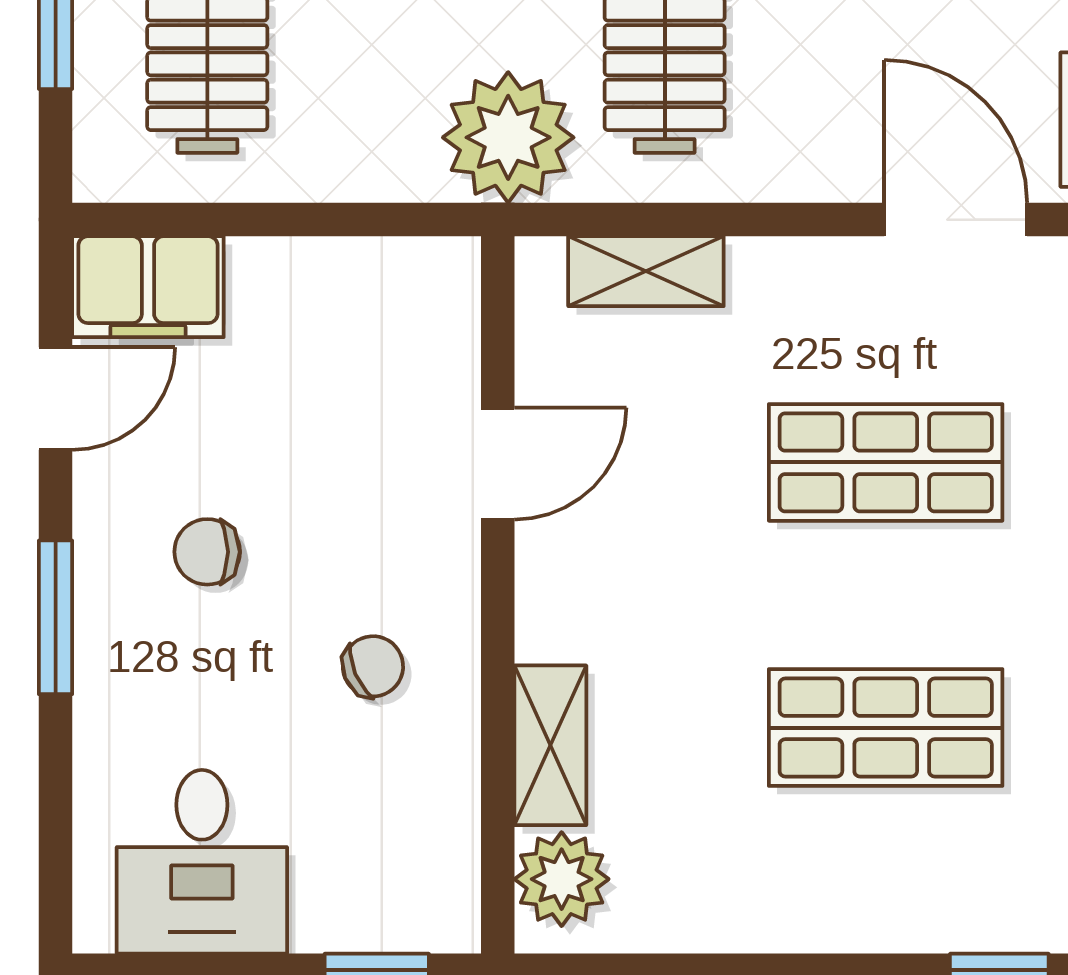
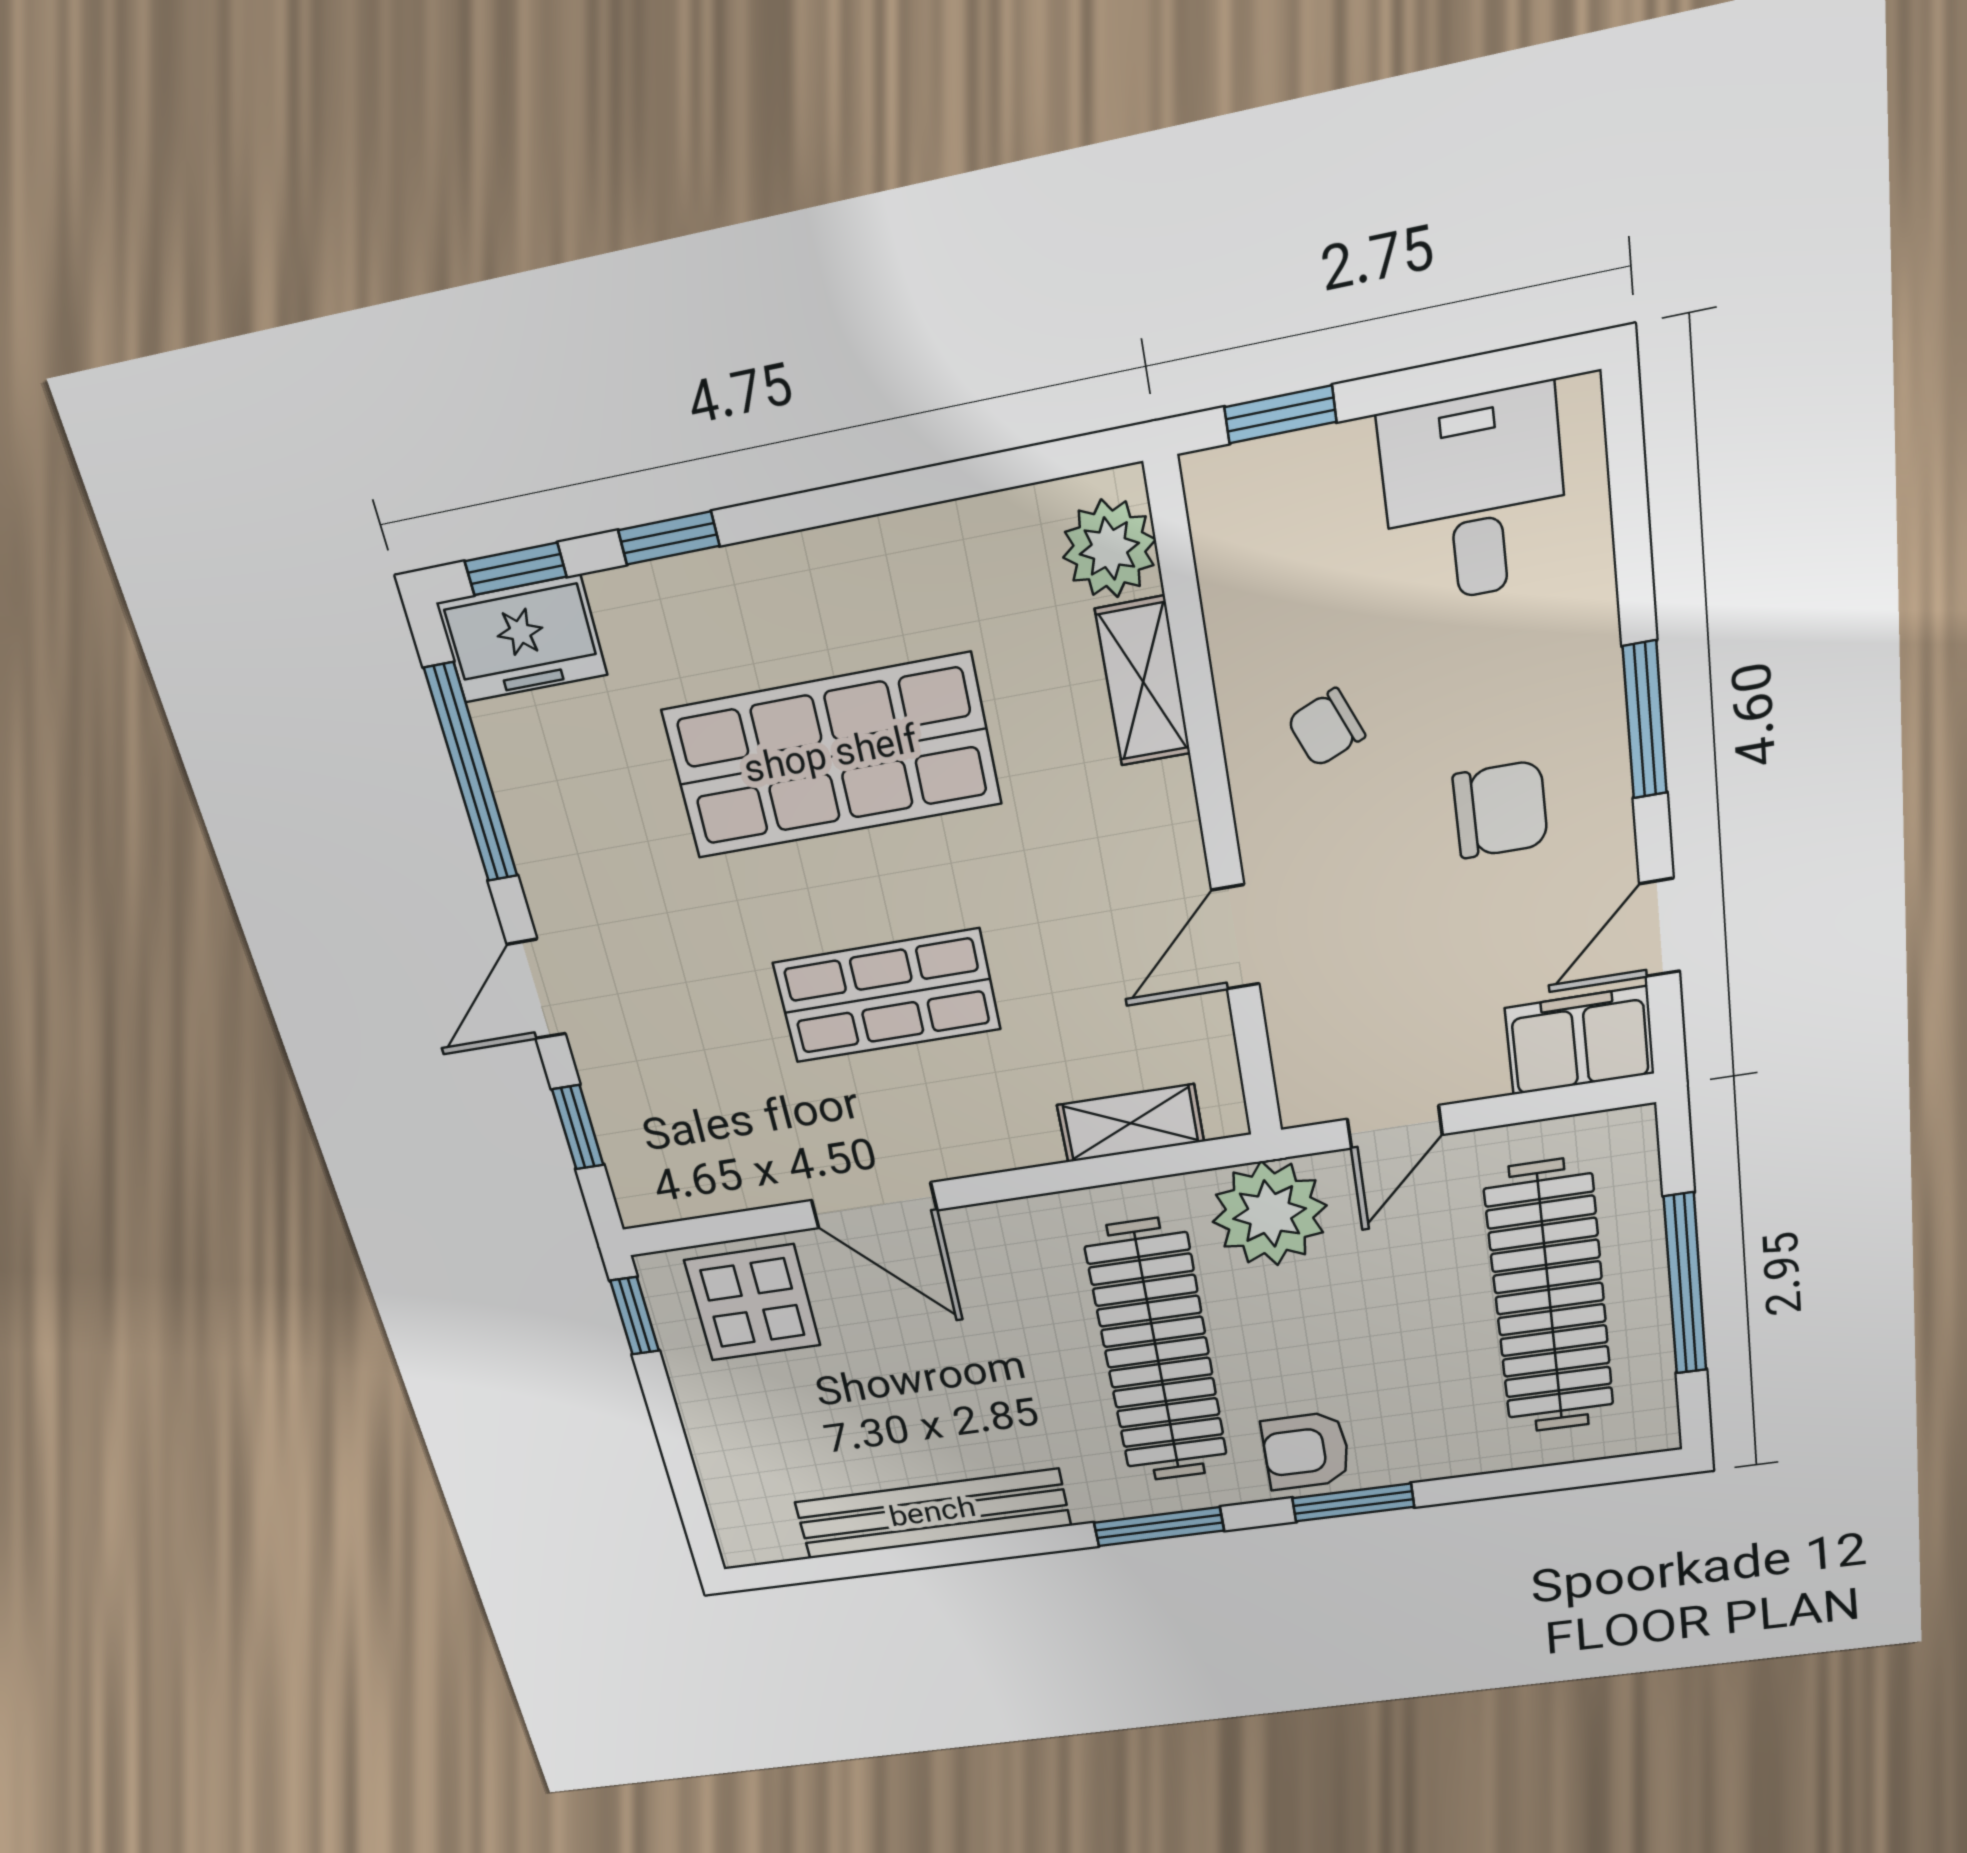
door: (356, 220) -> (1395, 1127), added
chair: (207, 552) -> (1500, 810), width x1.37, depth x1.37
shop shelf: (886, 728) -> (832, 757), width x1.43, depth x1.36

